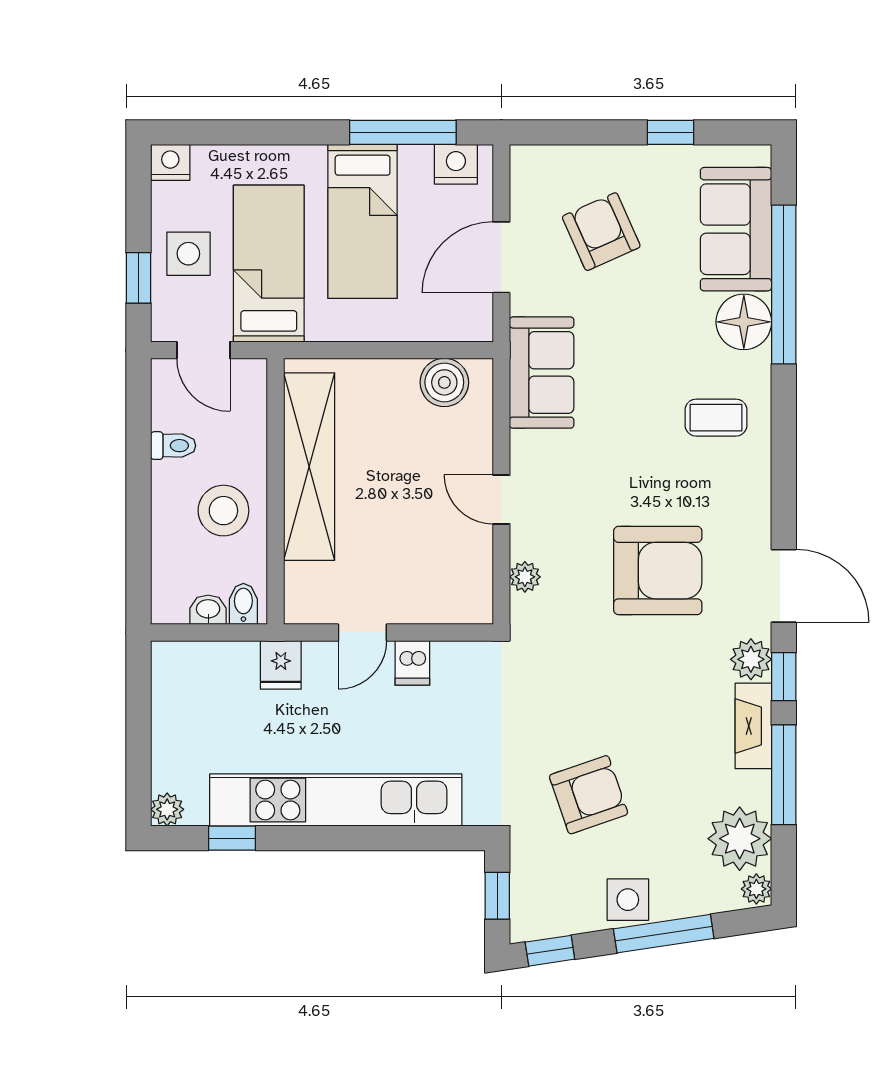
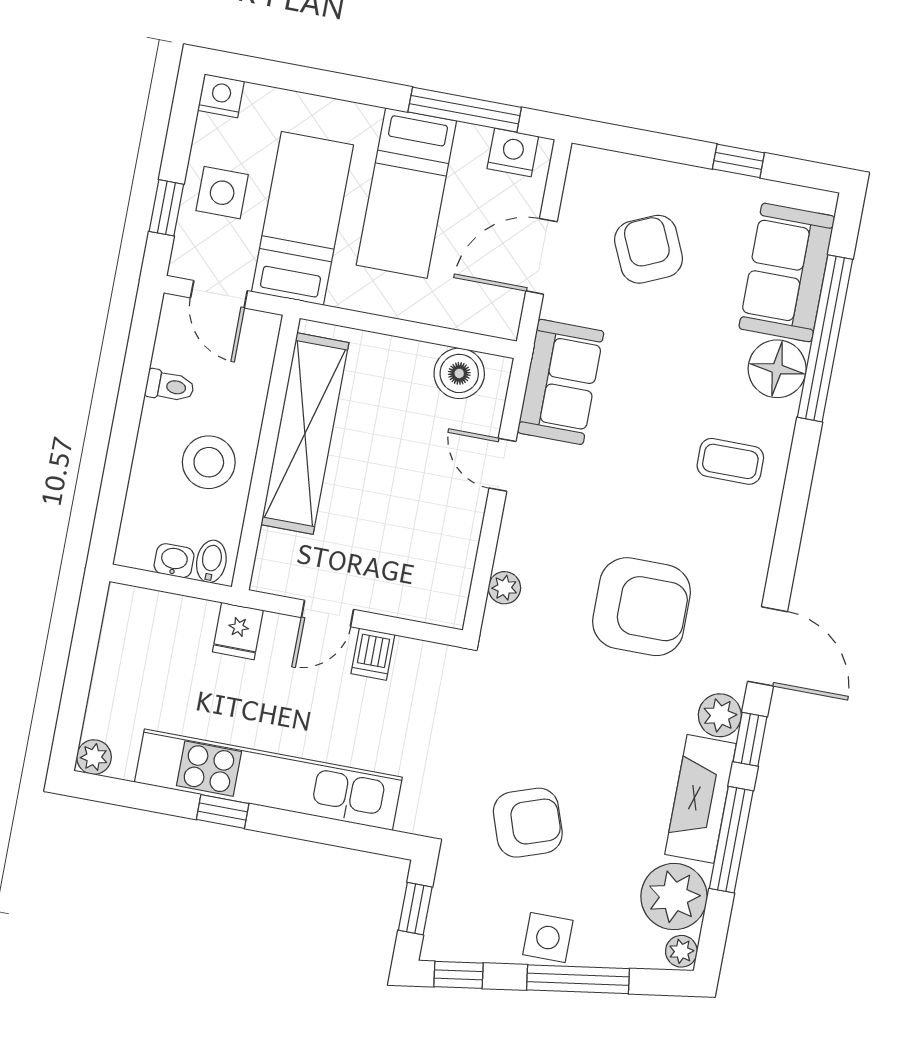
door: (501, 500) -> (503, 465), moved
fireplace: (753, 726) -> (701, 799), width x1.37, depth x1.32
window: (232, 838) -> (223, 812), moved

